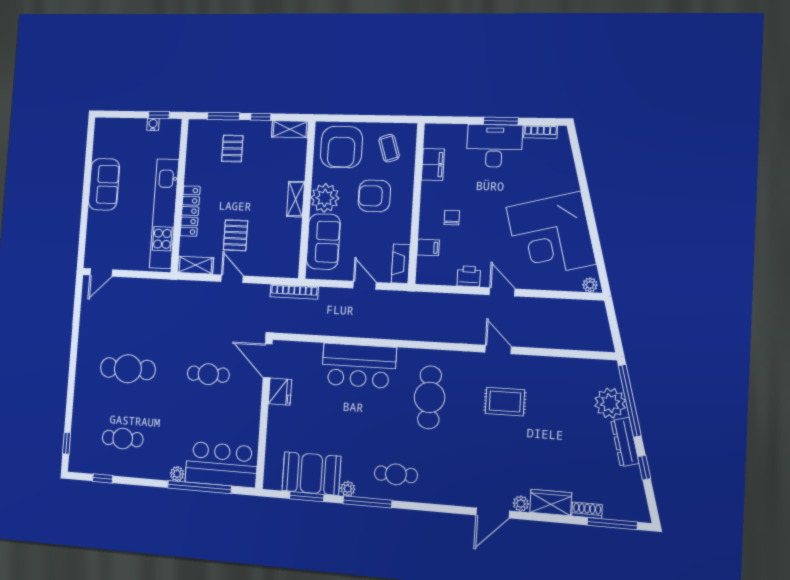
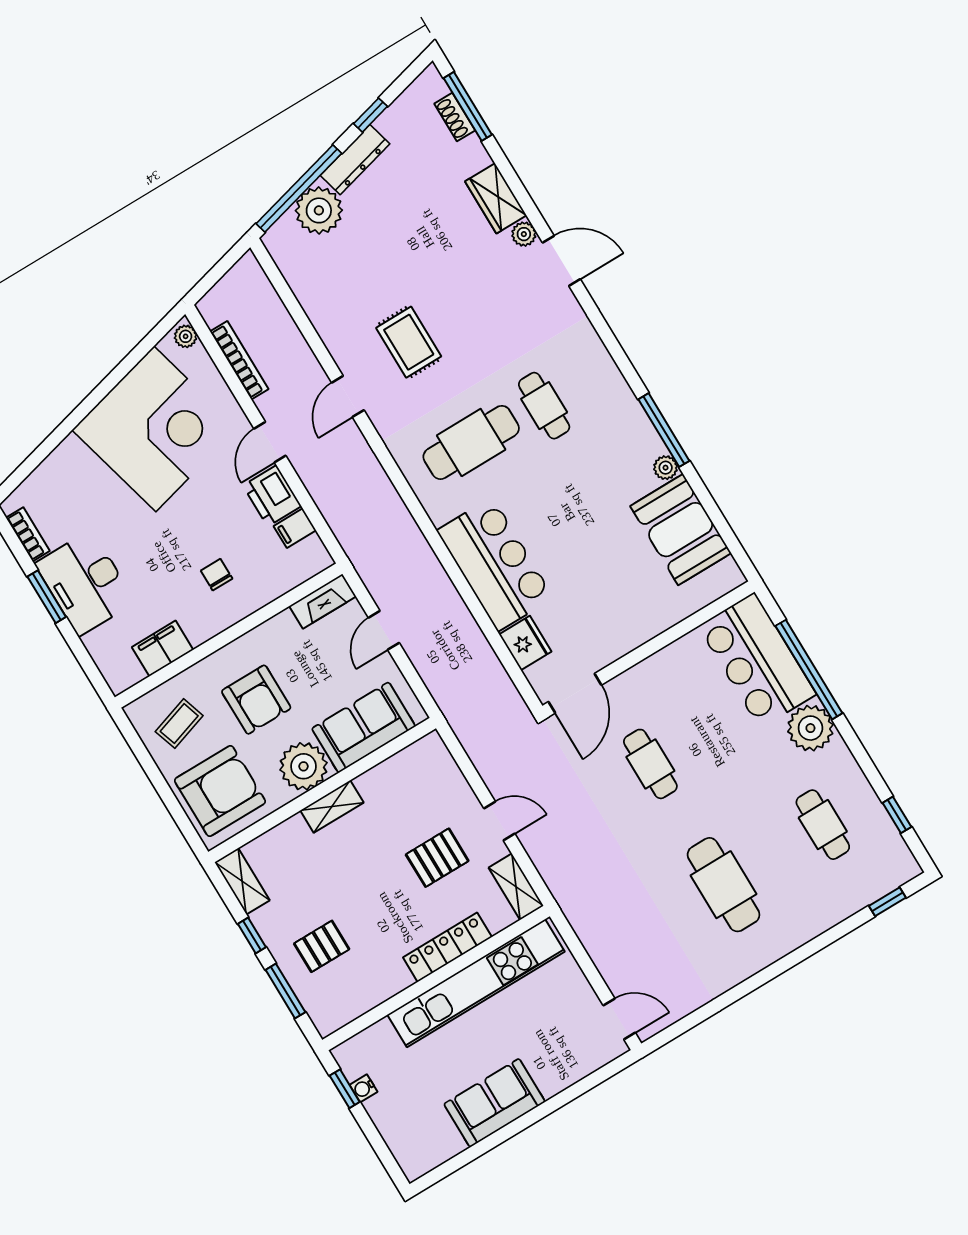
chair: (452, 218) -> (217, 575), turned 90
filing cabinet: (428, 247) -> (295, 528), moved, turned -90
printer: (469, 276) -> (272, 496), width x1.36, depth x1.24
door: (232, 279) -> (499, 821), swing flipped
bookcase: (294, 292) -> (239, 360), moved
fridge: (280, 392) -> (525, 643), moved, turned 90
plant: (177, 474) -> (810, 728), width x1.87, depth x1.87
cafe table: (396, 474) -> (544, 406), moved
window: (307, 497) -> (715, 515), removed
shoe rack: (587, 510) -> (455, 117), moved

